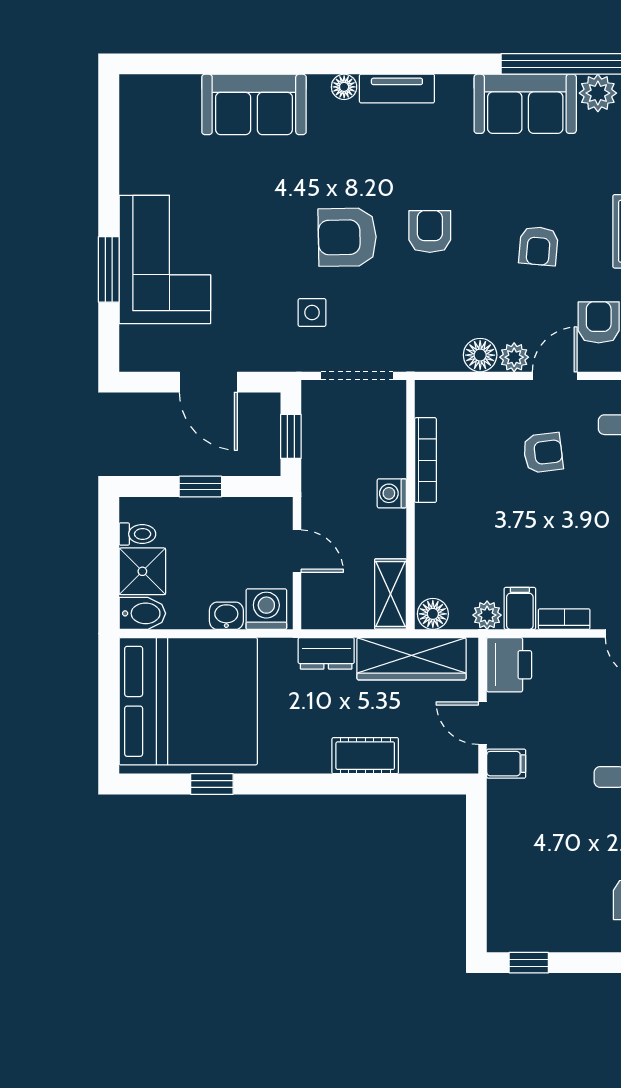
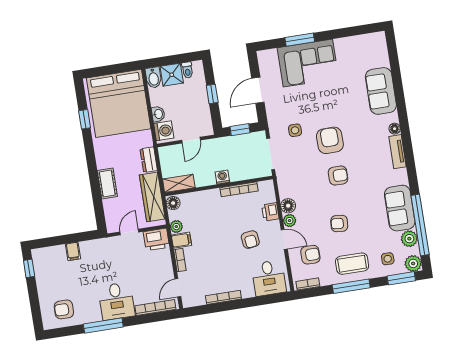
printer: (488, 397) -> (270, 212), added
filing cabinet: (506, 764) -> (73, 251), moved

